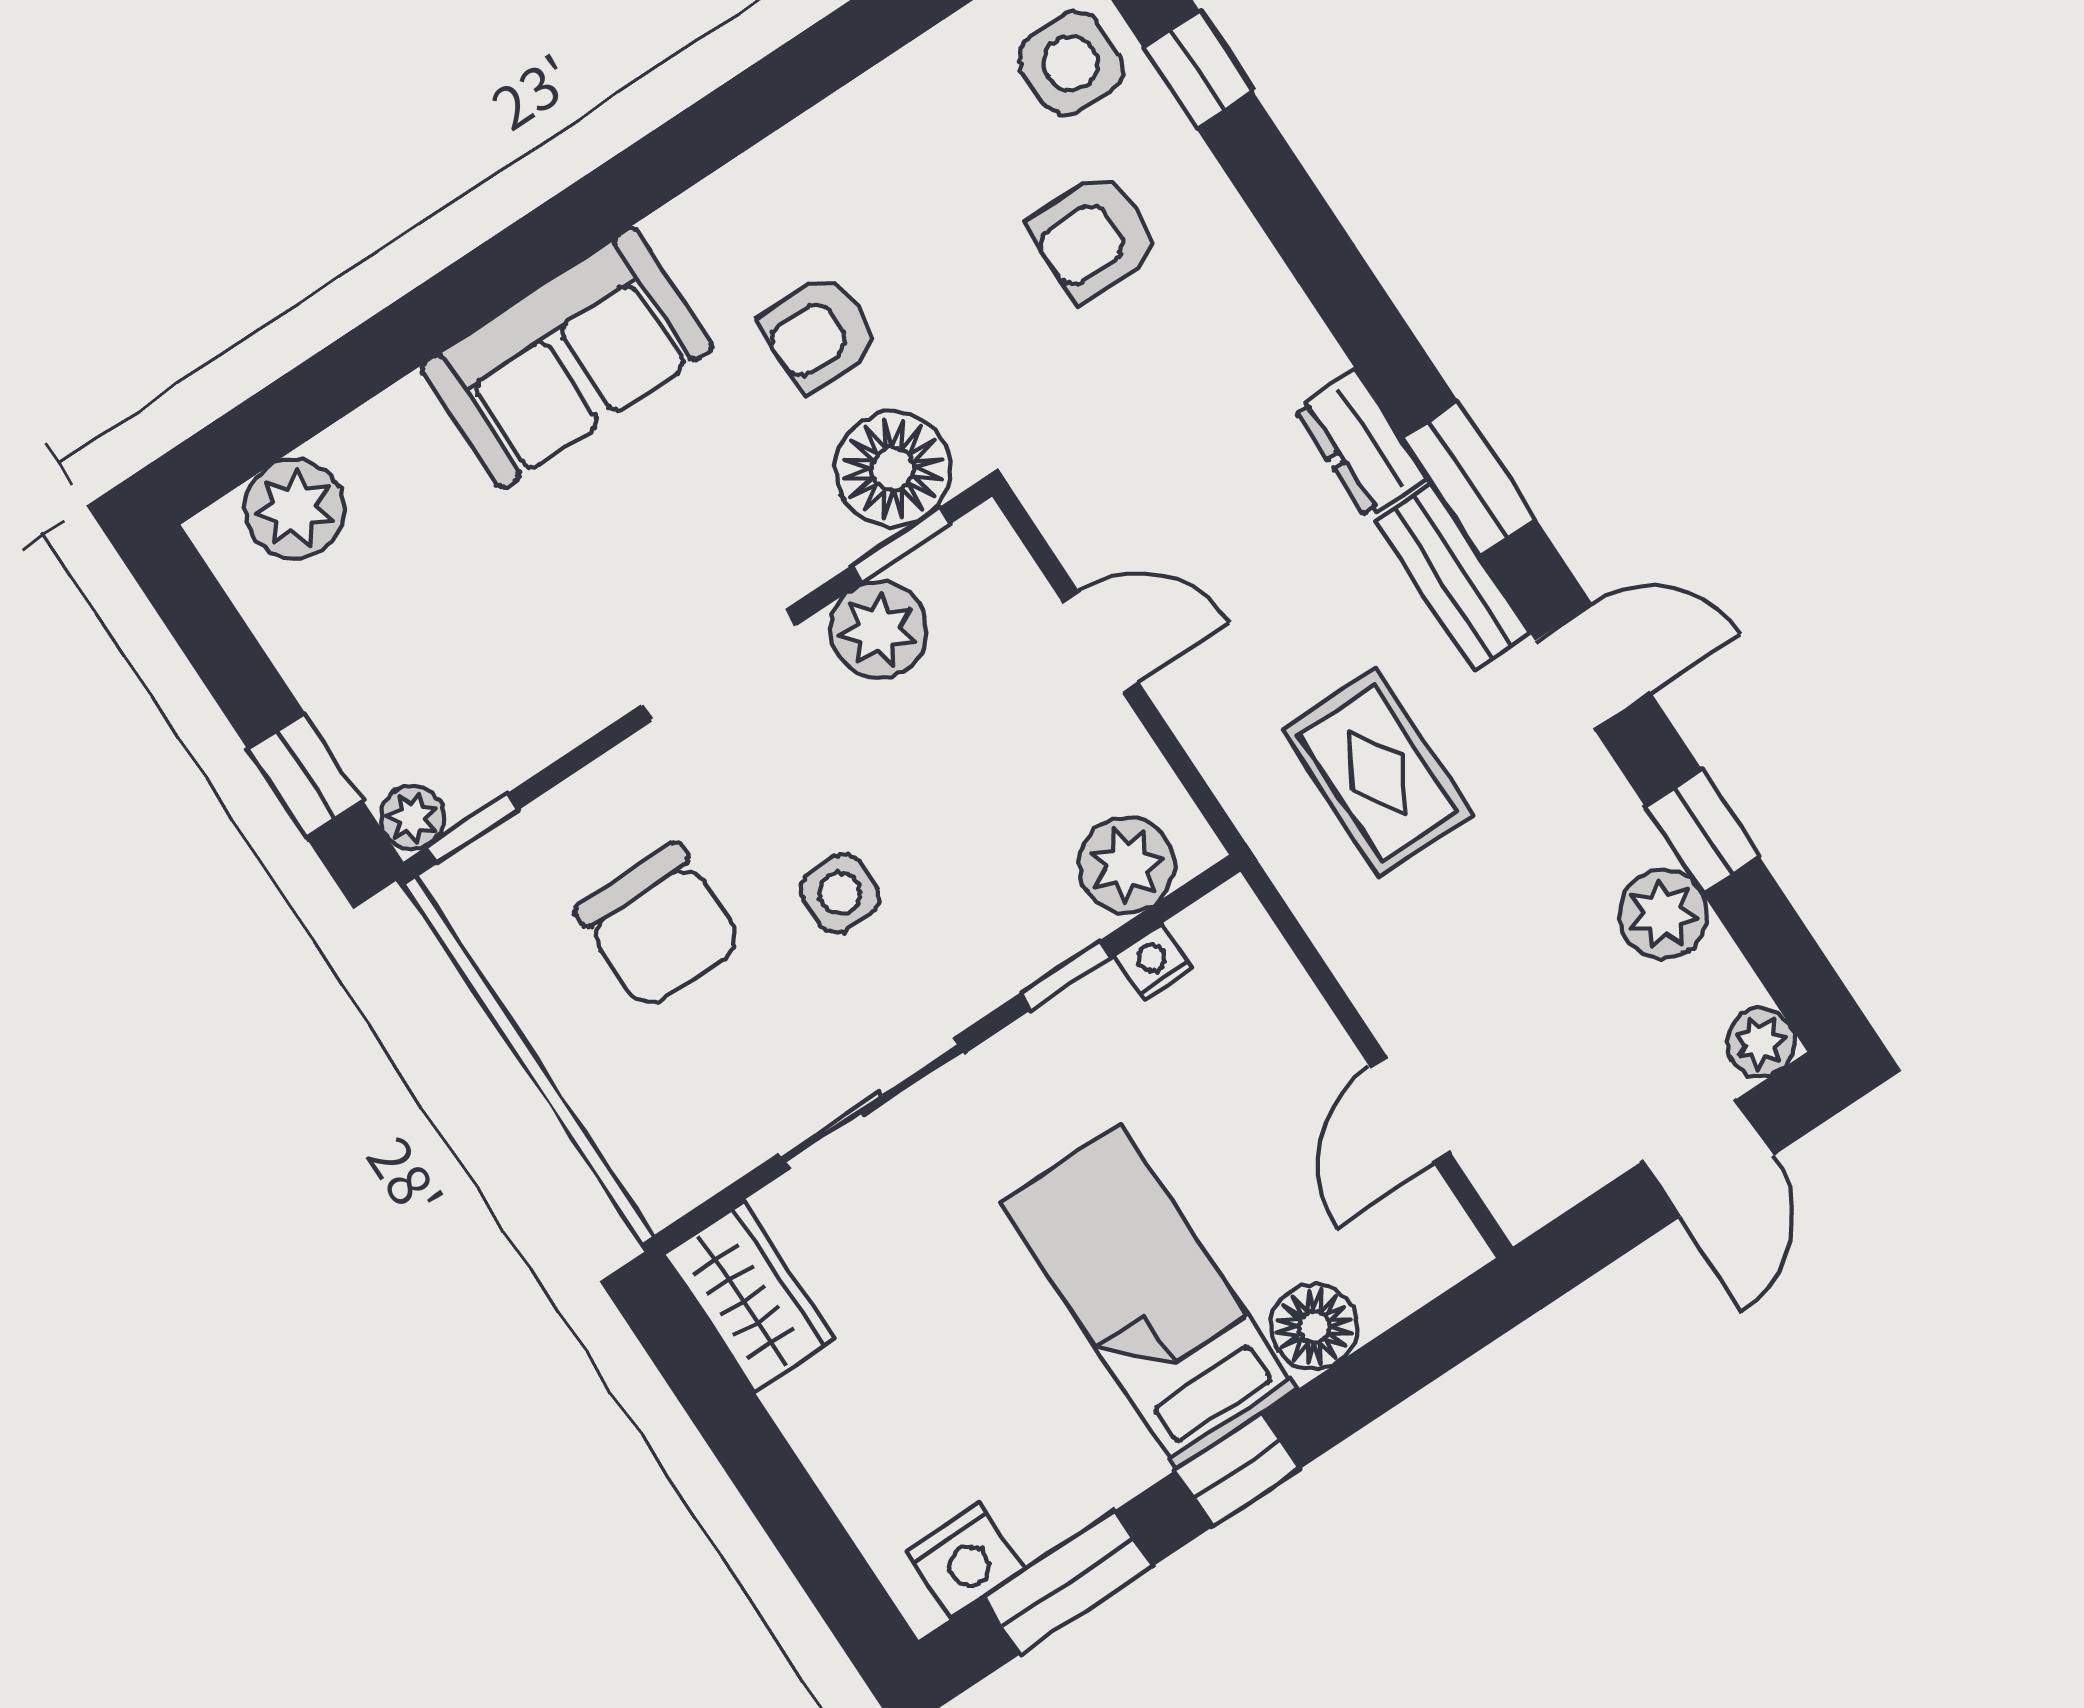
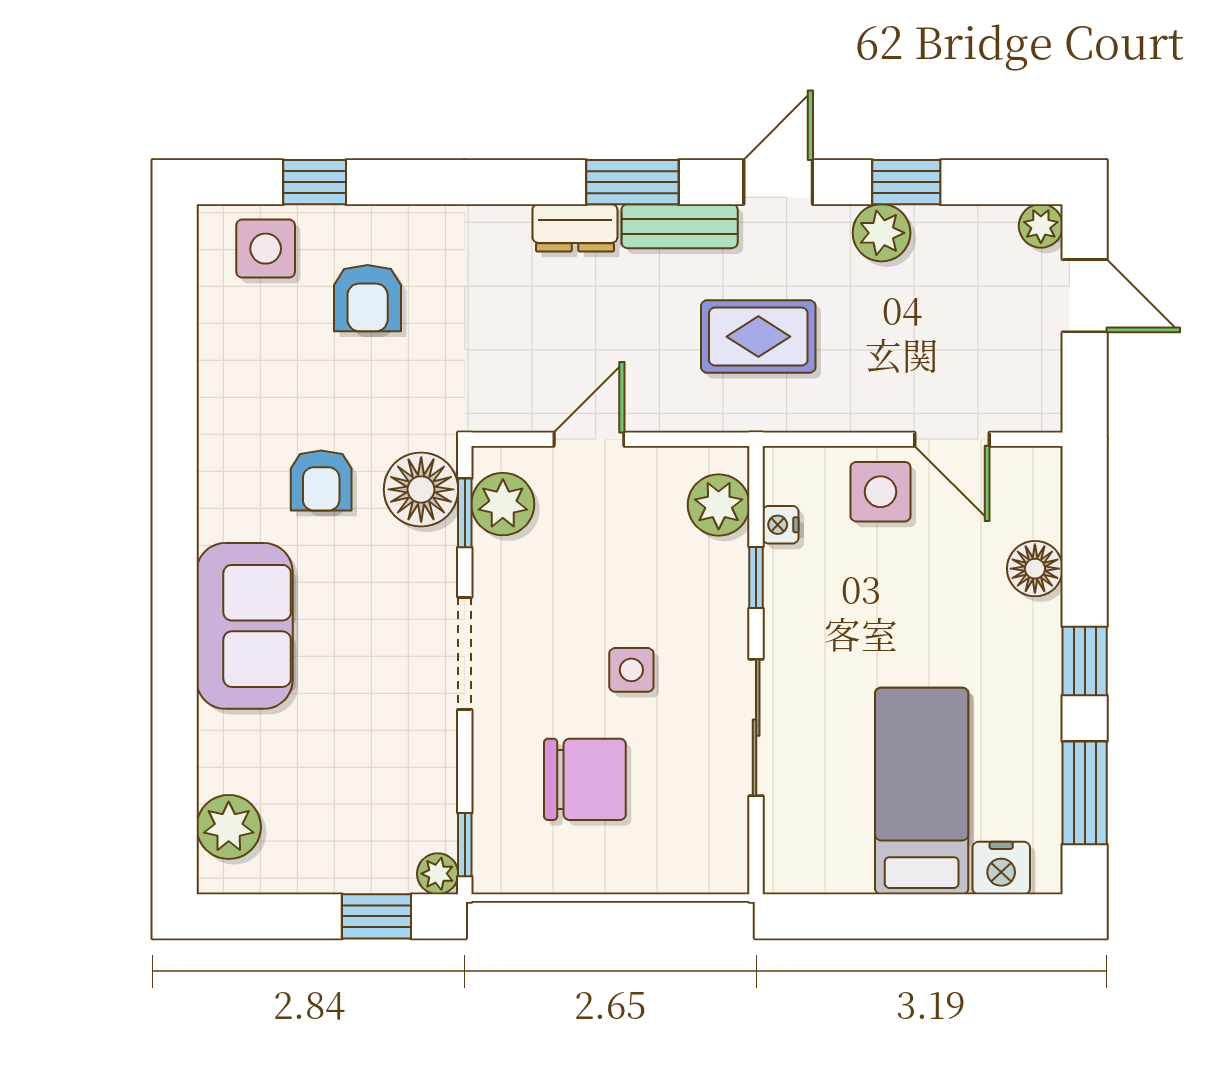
plant: (878, 630) -> (503, 504), moved
plant: (1663, 914) -> (882, 233), moved
side table: (1282, 1062) -> (881, 492), added
wardrobe: (749, 1297) -> (817, 863), removed
bed: (1148, 1297) -> (922, 791), moved, turned 90
nightstand: (966, 1560) -> (1001, 868), moved, turned 90

